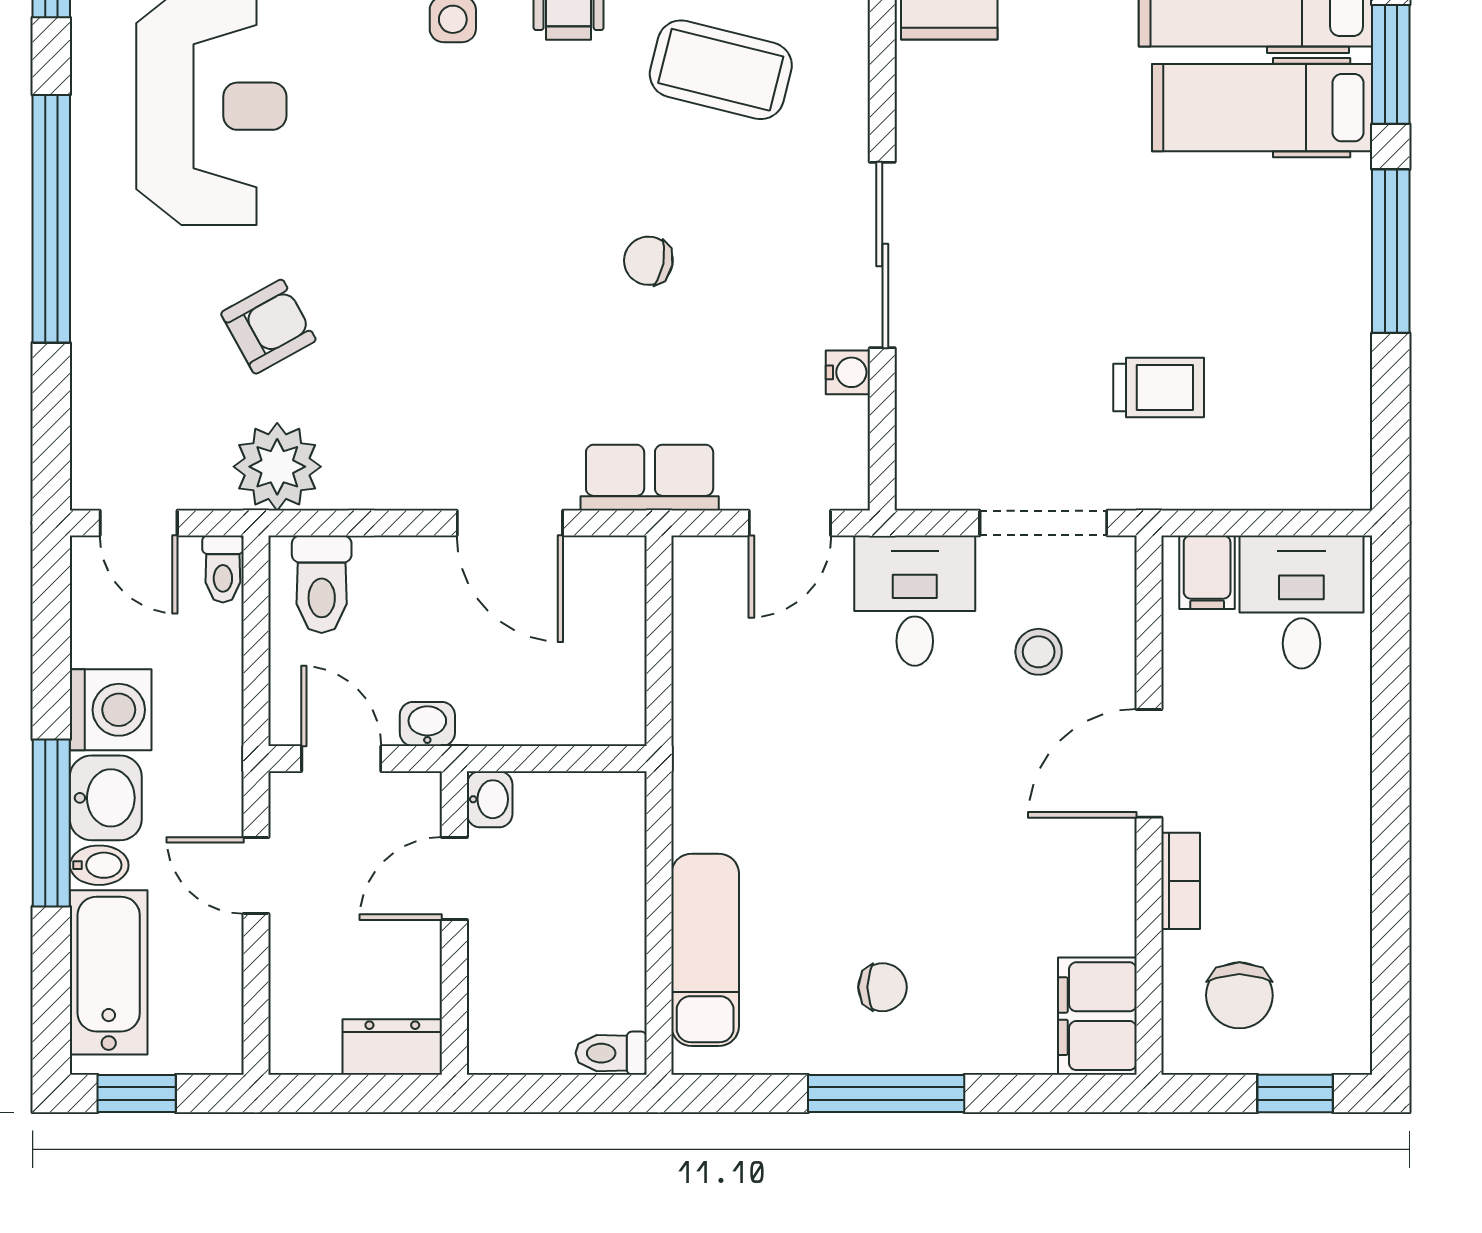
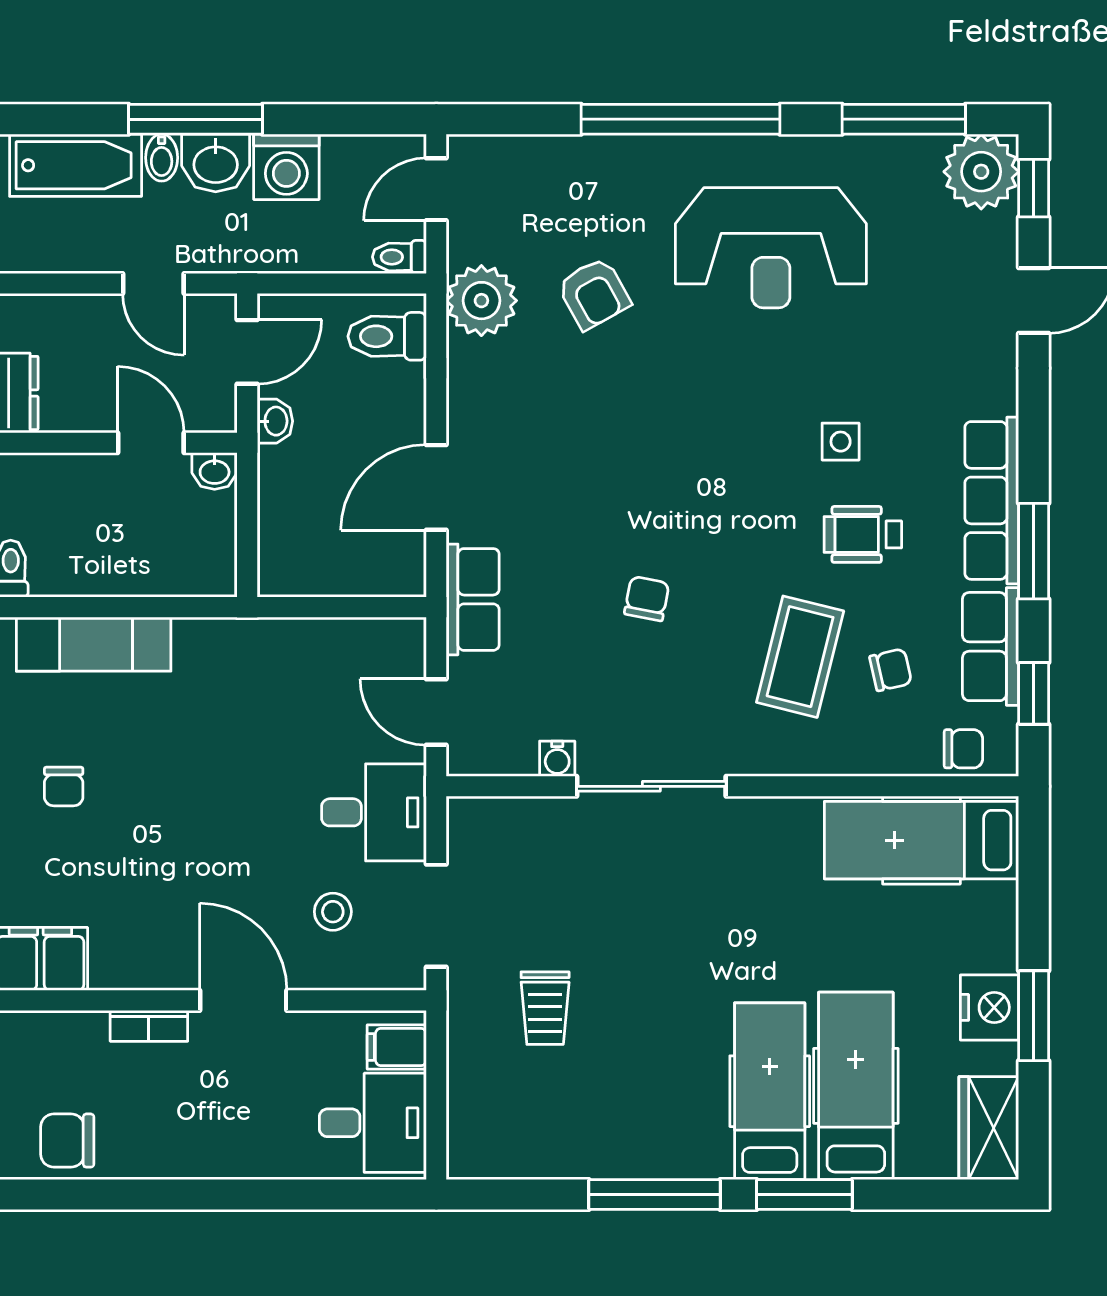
door: (256, 875) -> (153, 283), swing flipped
chair: (1239, 995) -> (67, 1141), moved

